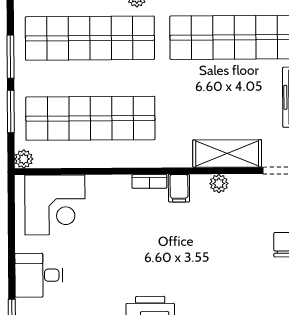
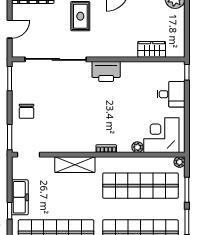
shelving: (227, 154) -> (75, 165), moved
plant: (219, 184) -> (137, 147), moved
filing cabinet: (179, 188) -> (89, 145), removed

